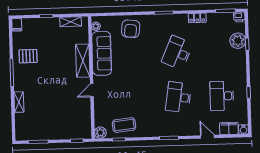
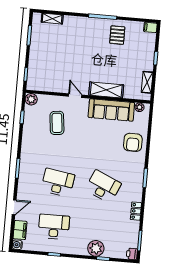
armchair: (131, 29) -> (133, 142), turned -96
plant: (238, 41) -> (96, 248), moved
shelving: (19, 102) -> (52, 19), moved
coffee table: (124, 125) -> (57, 123), moved

